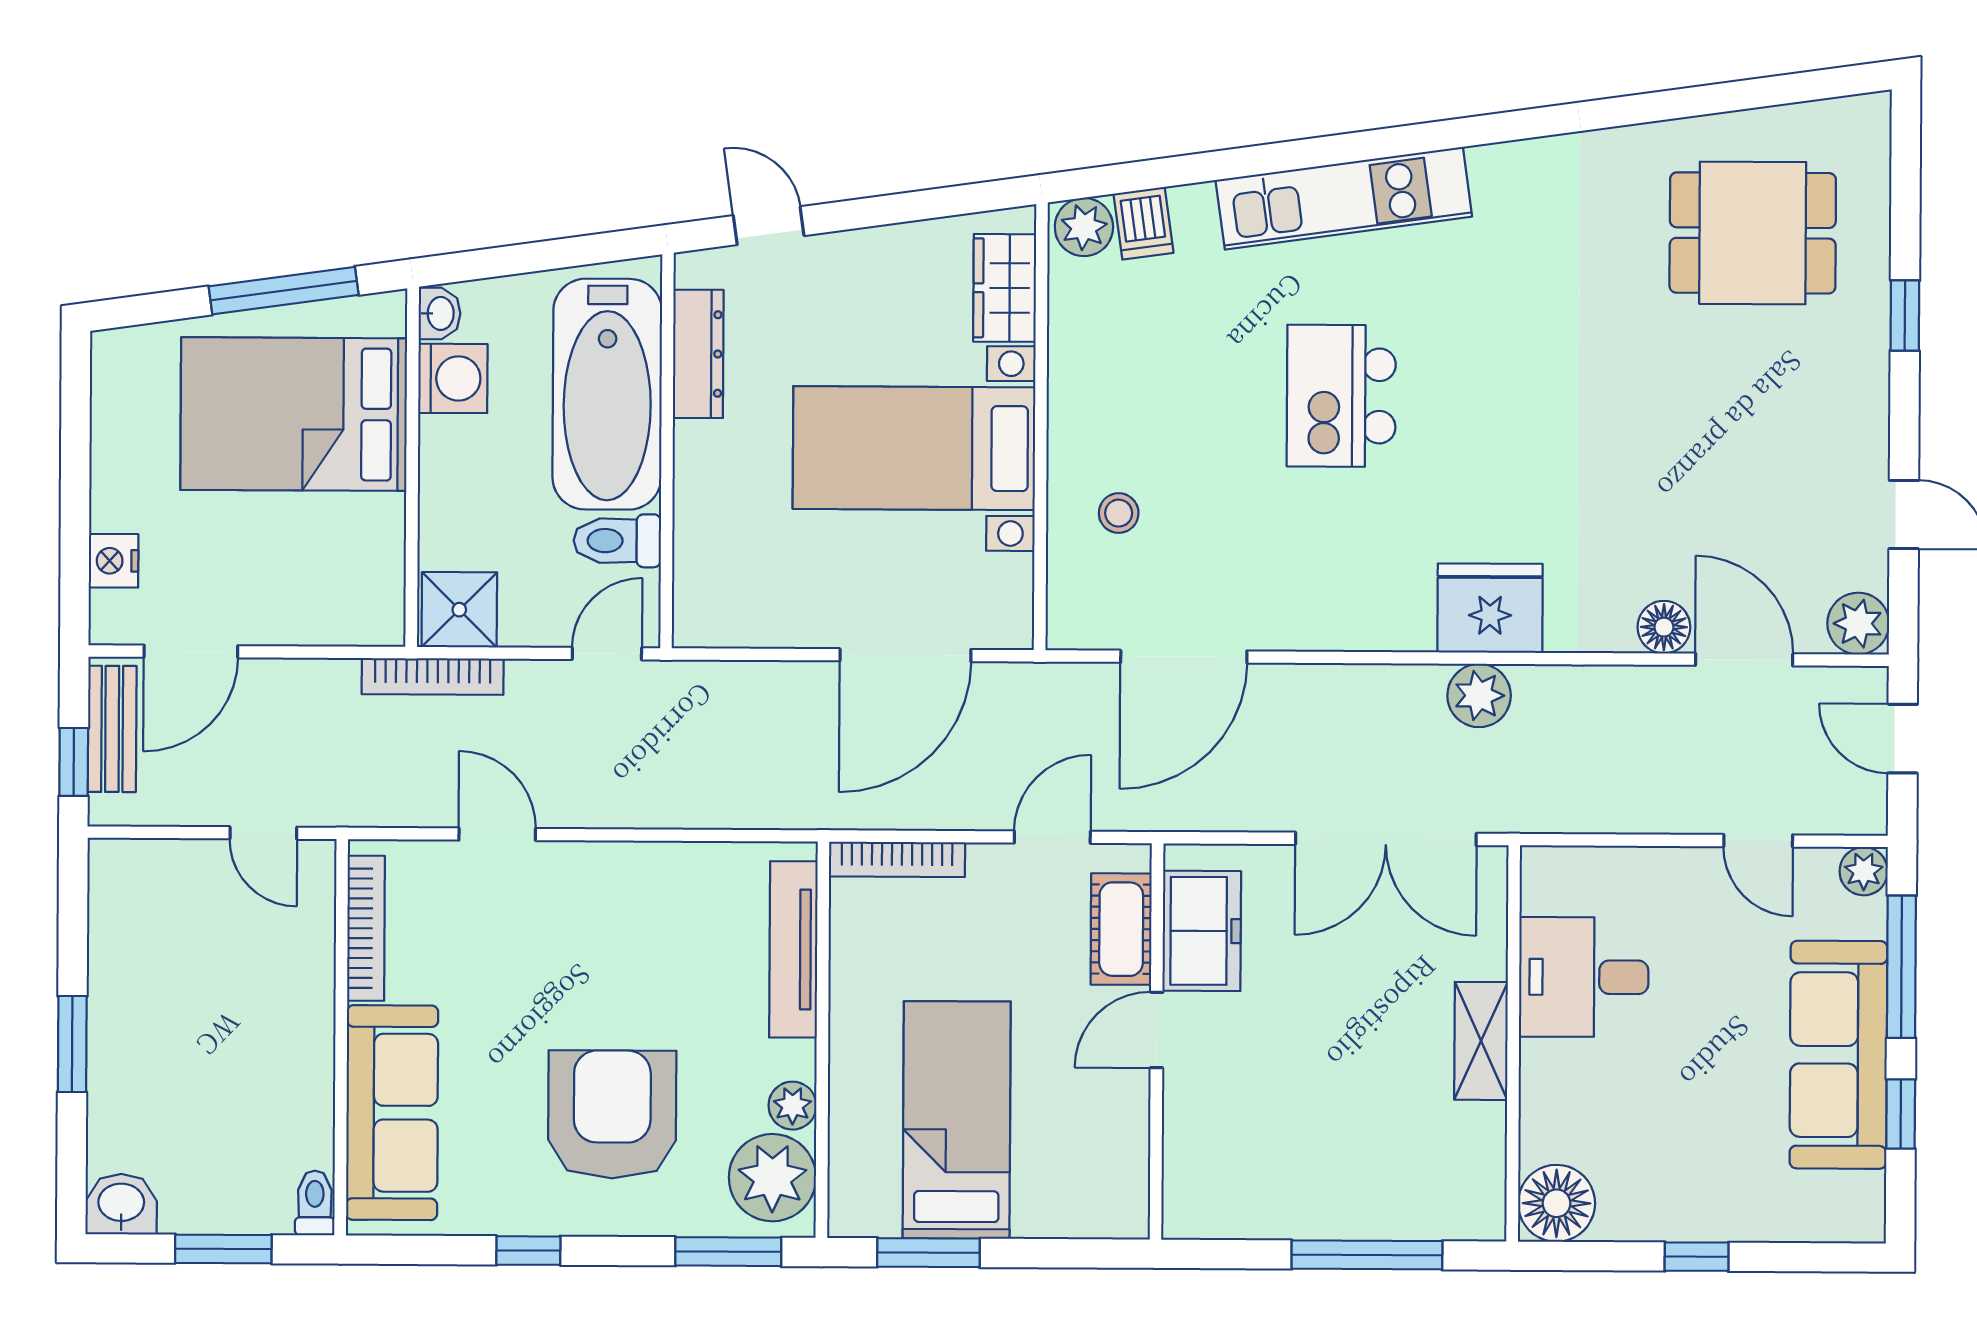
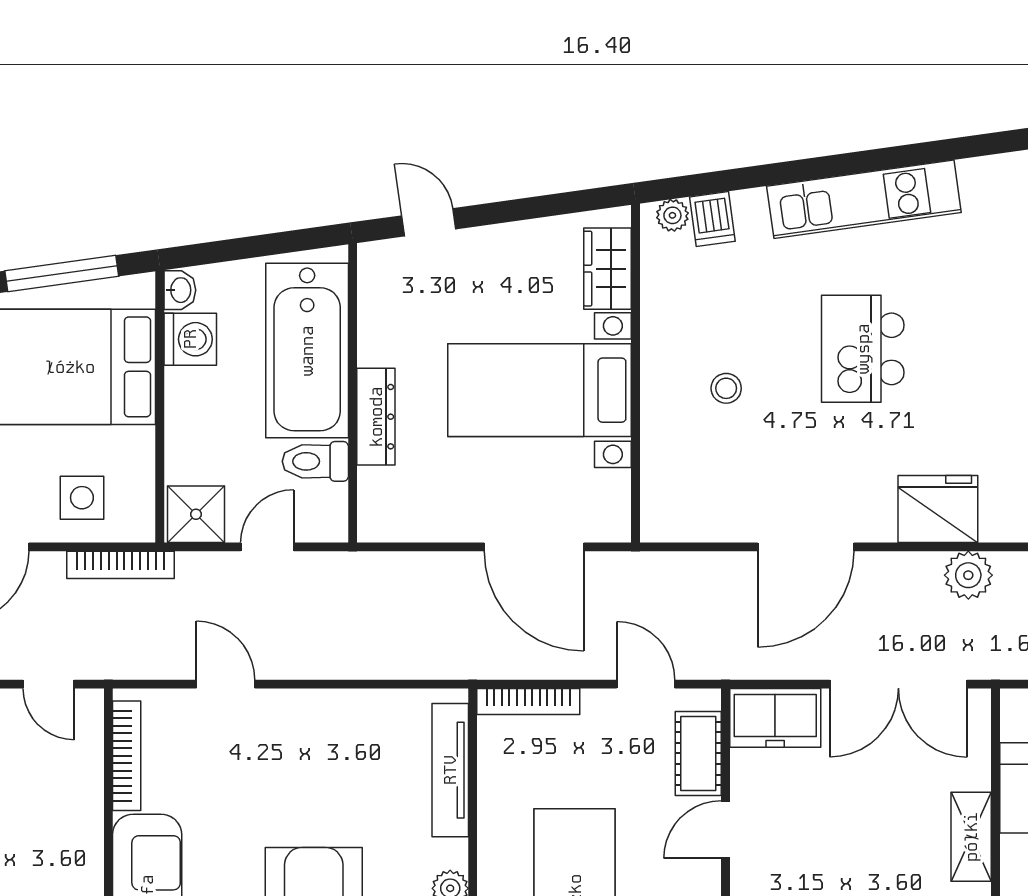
plant: (1084, 227) -> (672, 215), width x0.73, depth x0.73
dresser: (698, 354) -> (376, 417), moved
stool: (1119, 513) -> (726, 388), moved
side table: (309, 587) -> (82, 498), added
fridge: (1490, 608) -> (938, 509), moved
door: (607, 654) -> (267, 547), moved
door: (905, 655) -> (534, 547), hinge flipped
door: (1184, 657) -> (806, 547), moved
bookcase: (433, 676) -> (120, 565), moved
door: (1052, 837) -> (646, 684), hinge flipped
freezer: (1202, 931) -> (775, 718), moved, turned 90

